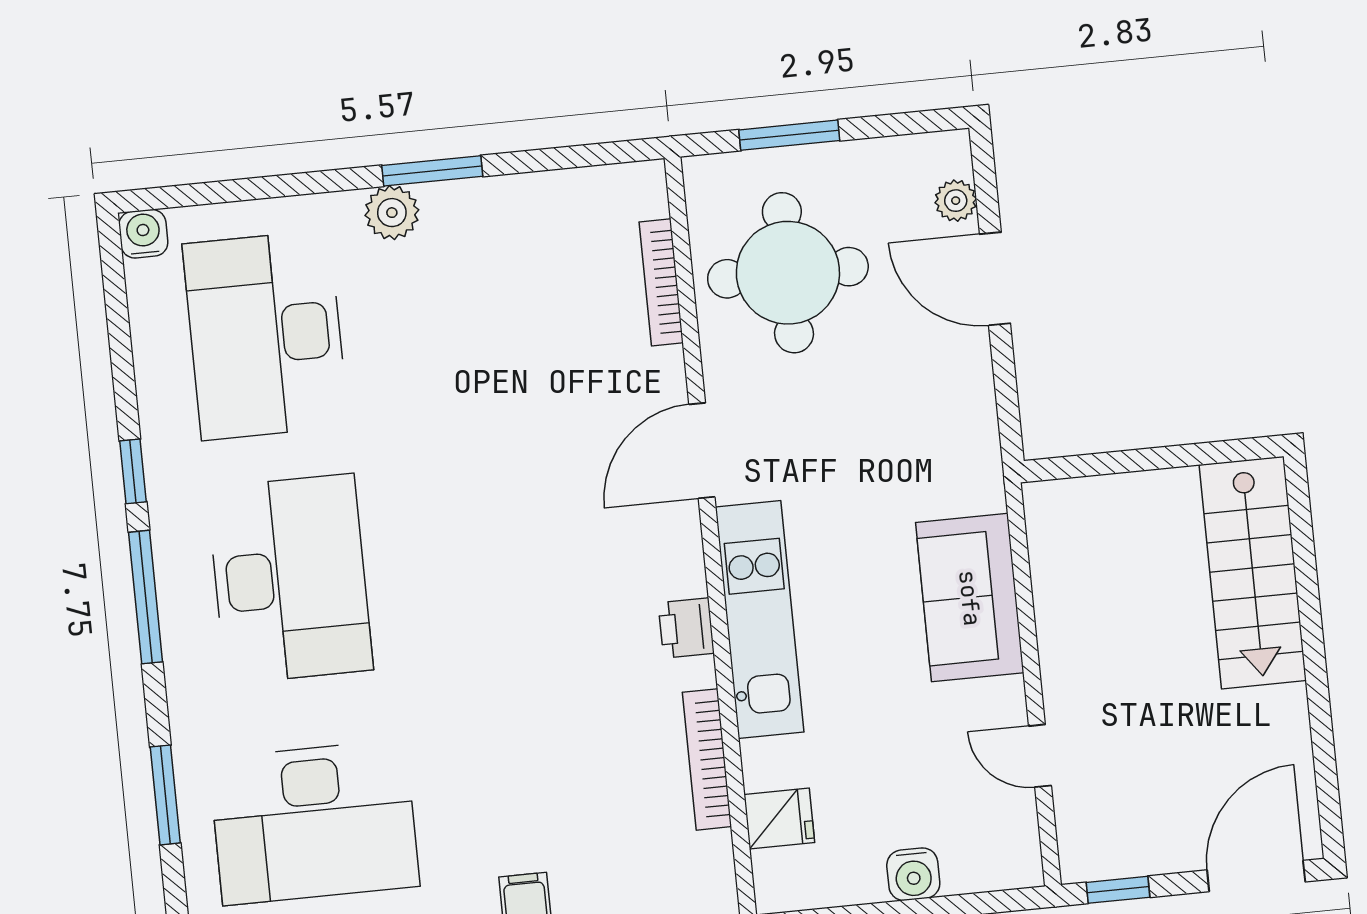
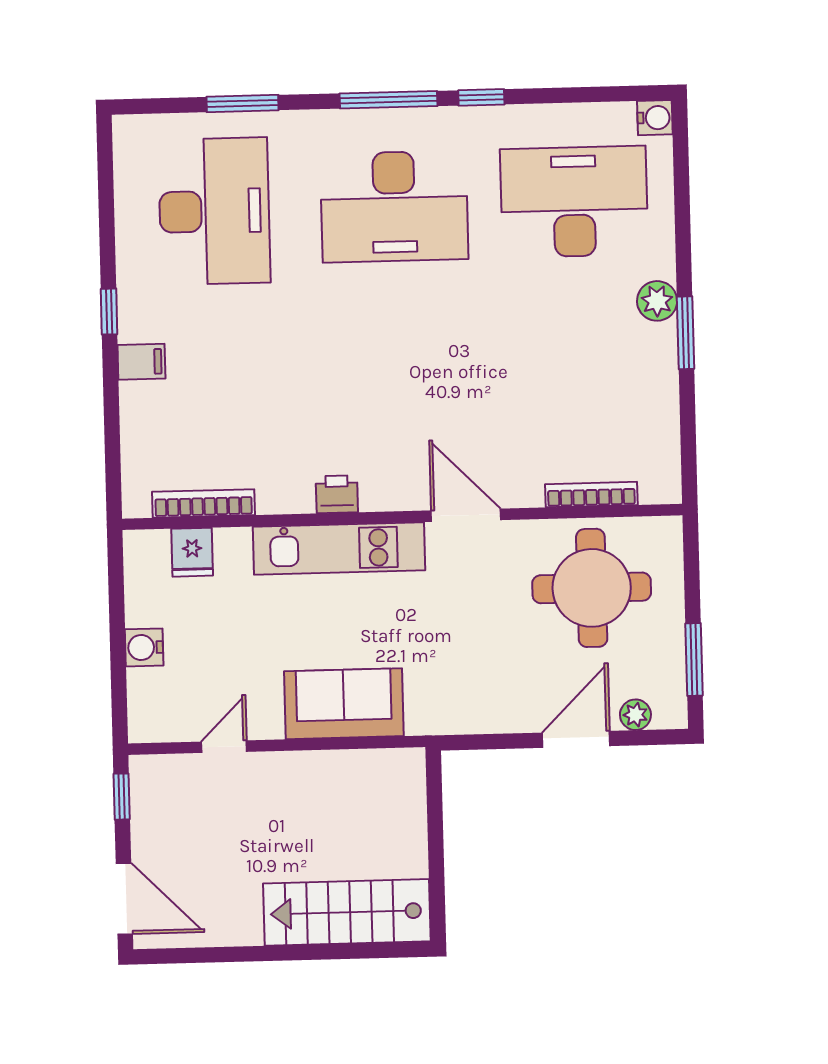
window: (789, 135) -> (694, 659), moved
bookcase: (707, 759) -> (204, 503), moved
desk: (314, 822) -> (214, 211), turned 180

